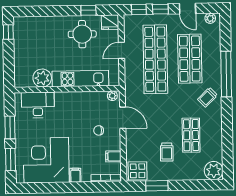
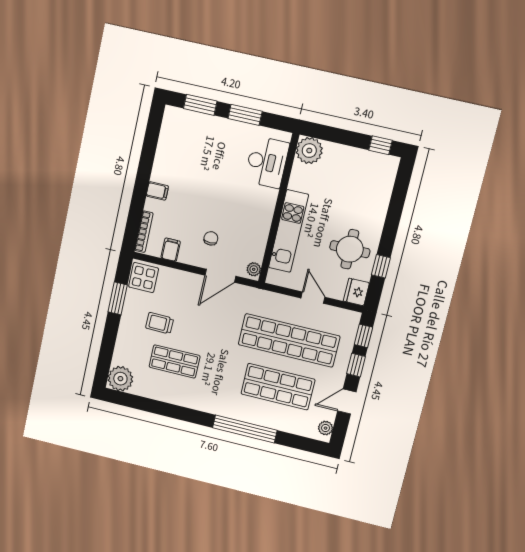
plant: (42, 78) -> (309, 151), moved
trolley: (208, 97) -> (220, 396), removed
corner desk: (46, 160) -> (187, 155), removed

